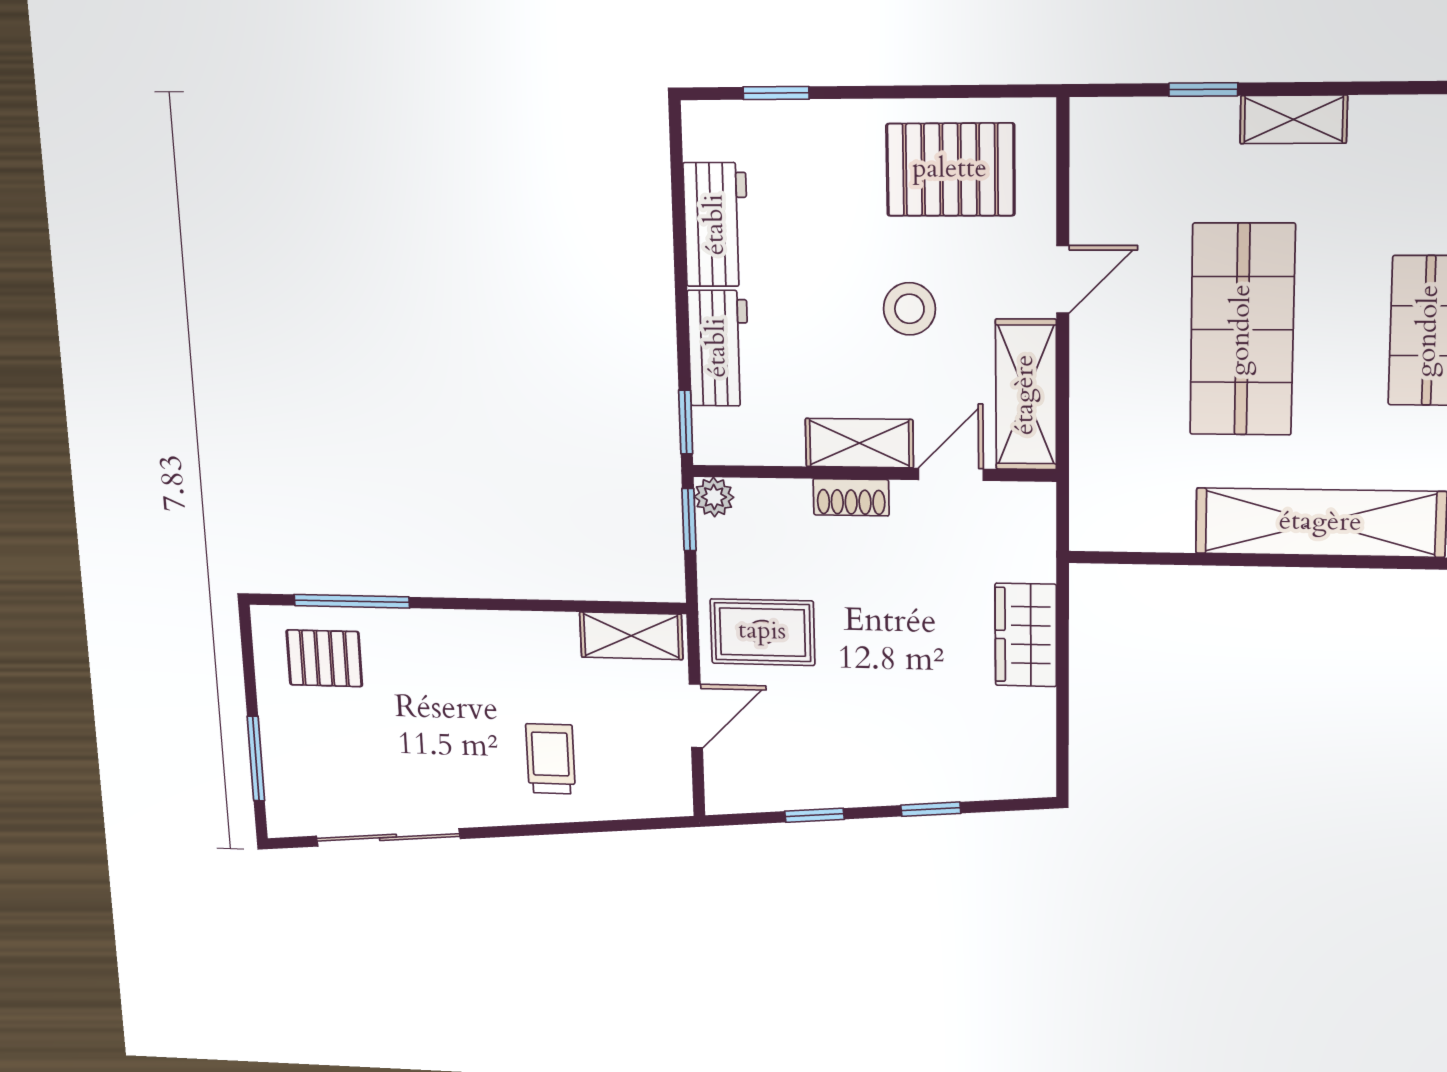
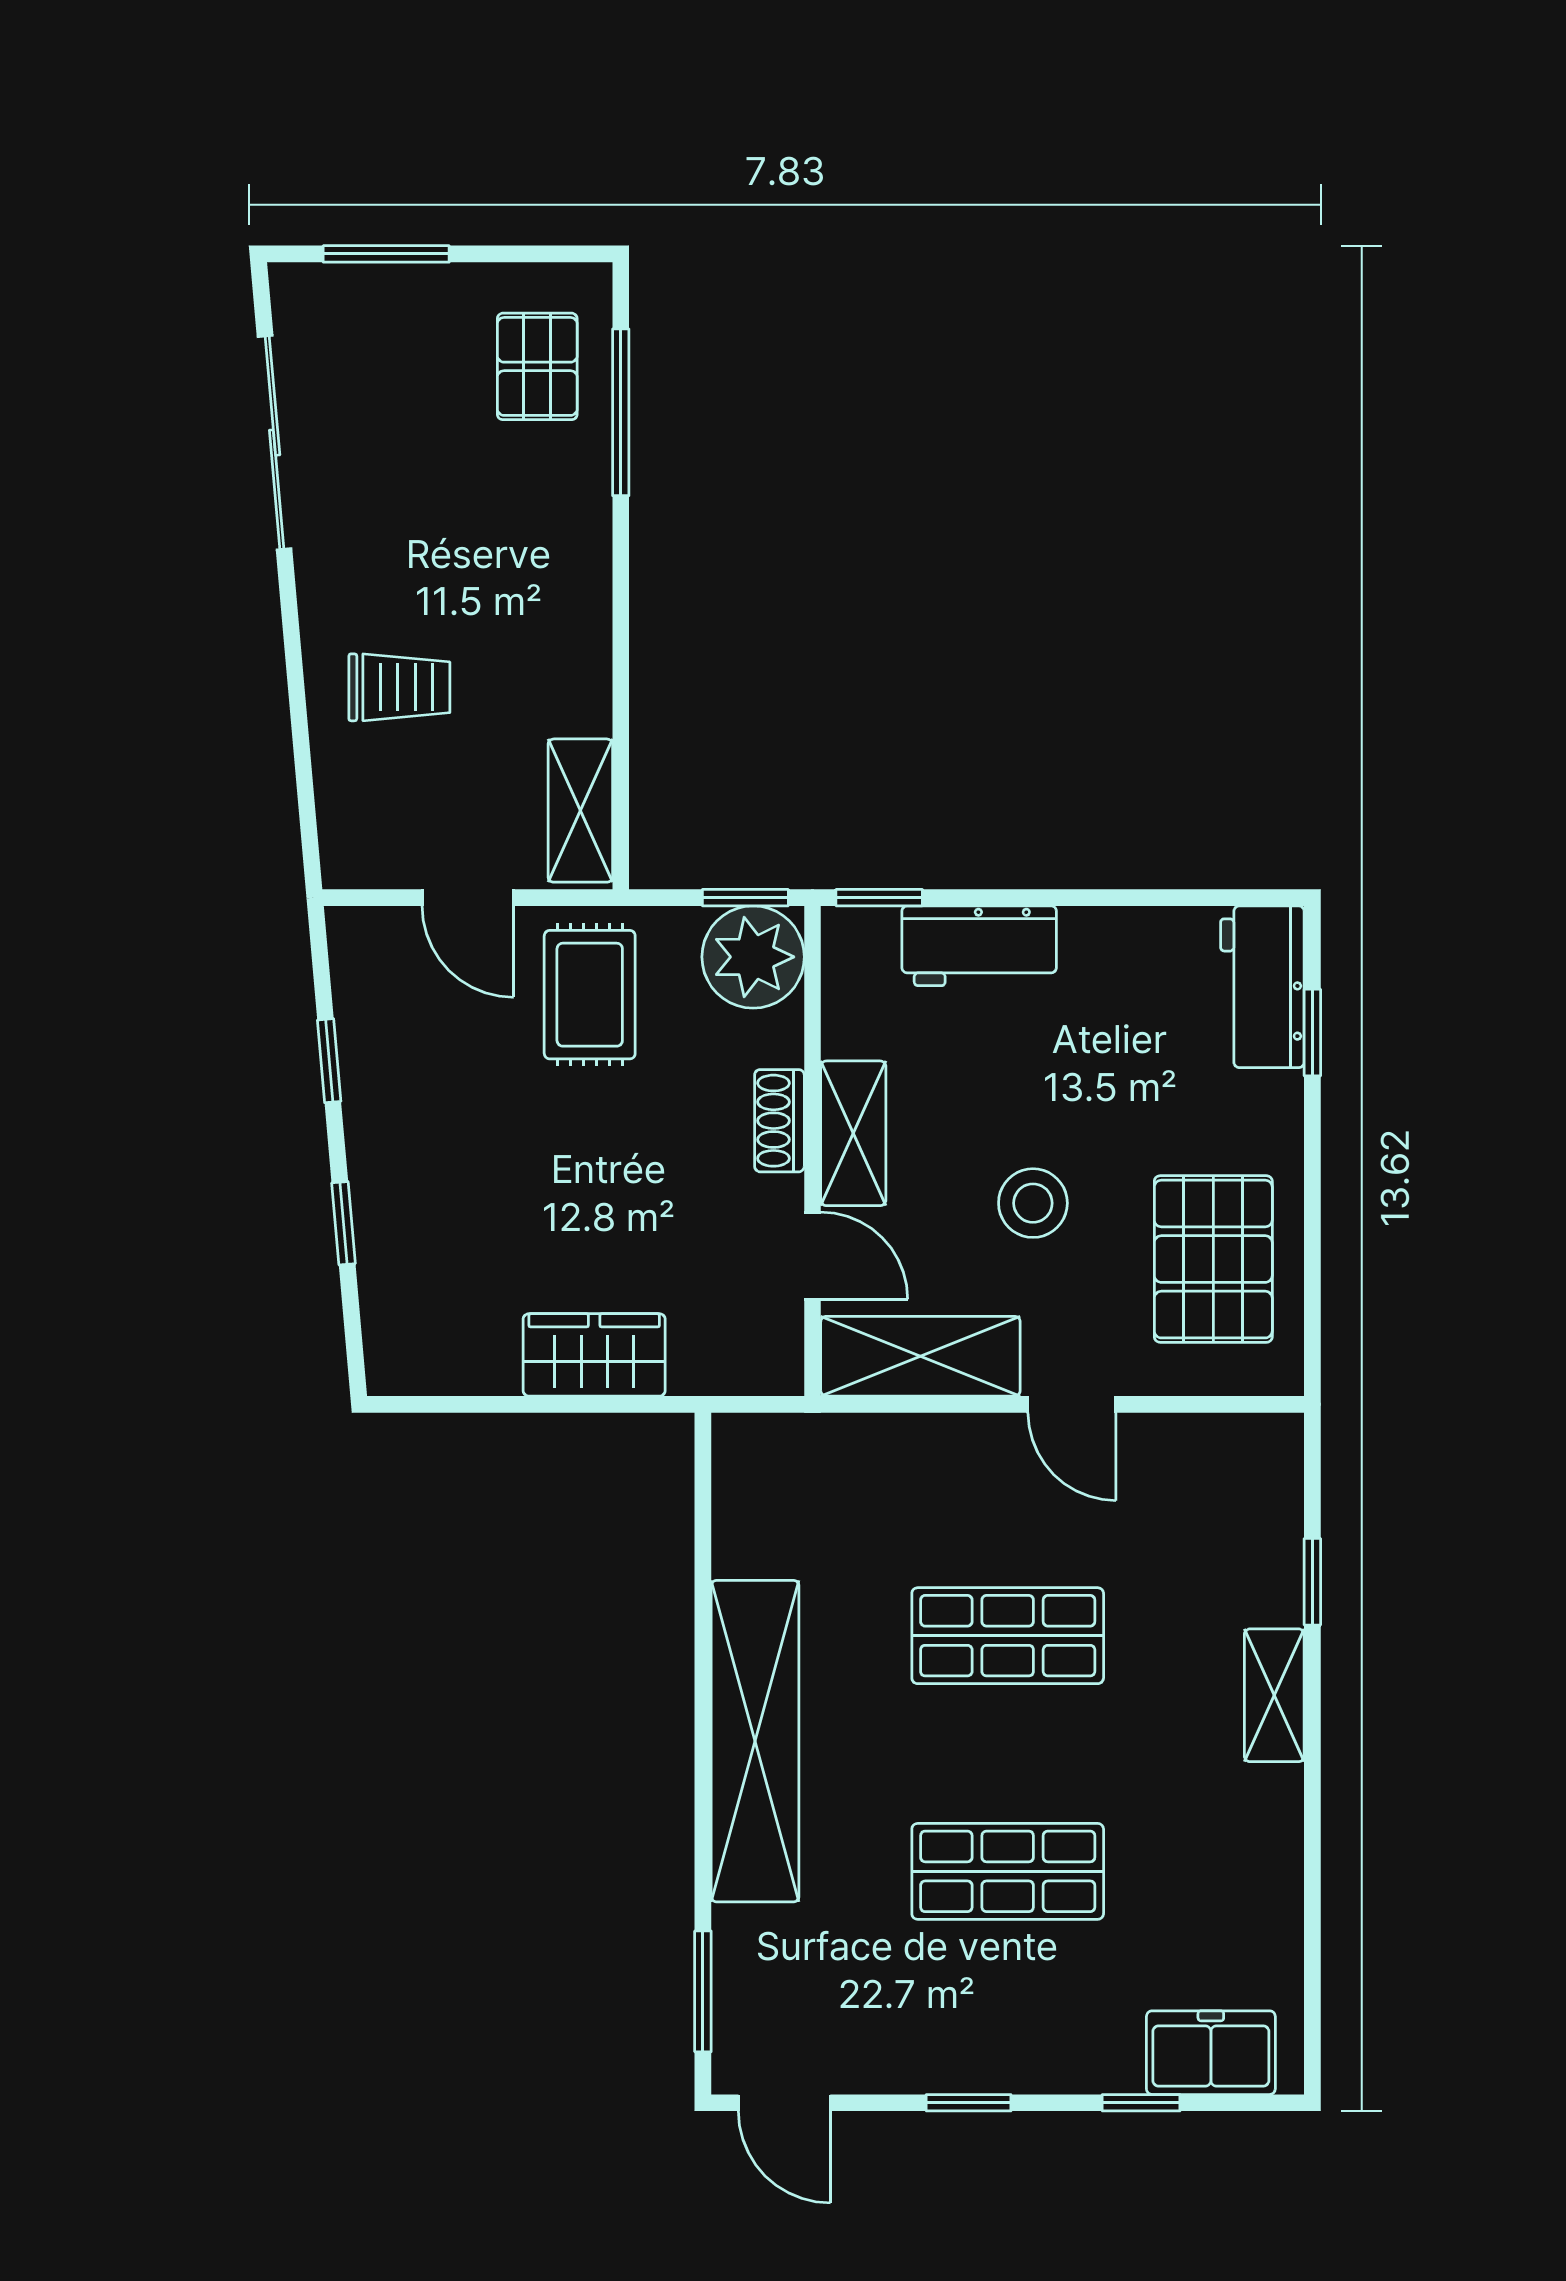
workbench: (716, 225) -> (1262, 987), moved, turned 90
shop shelf: (1242, 330) -> (1008, 1636), width x0.70, depth x0.74
plant: (714, 497) -> (753, 957), width x1.87, depth x1.87

